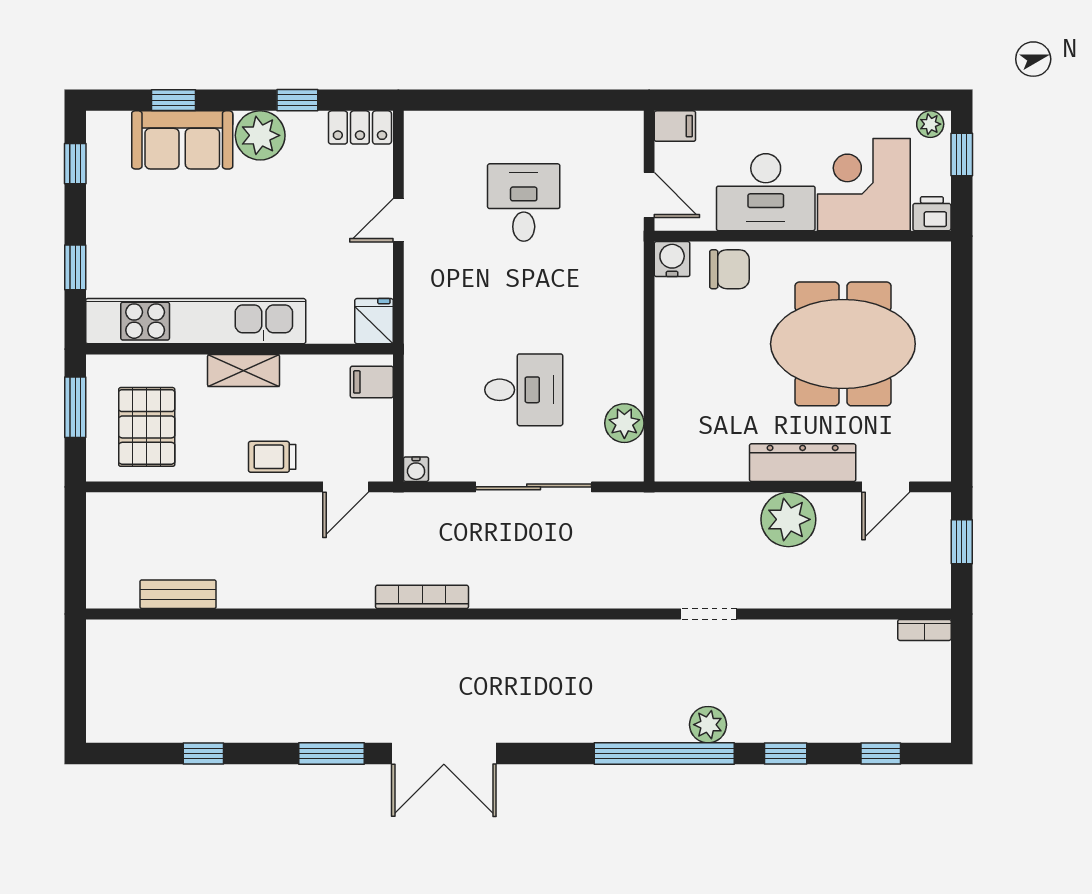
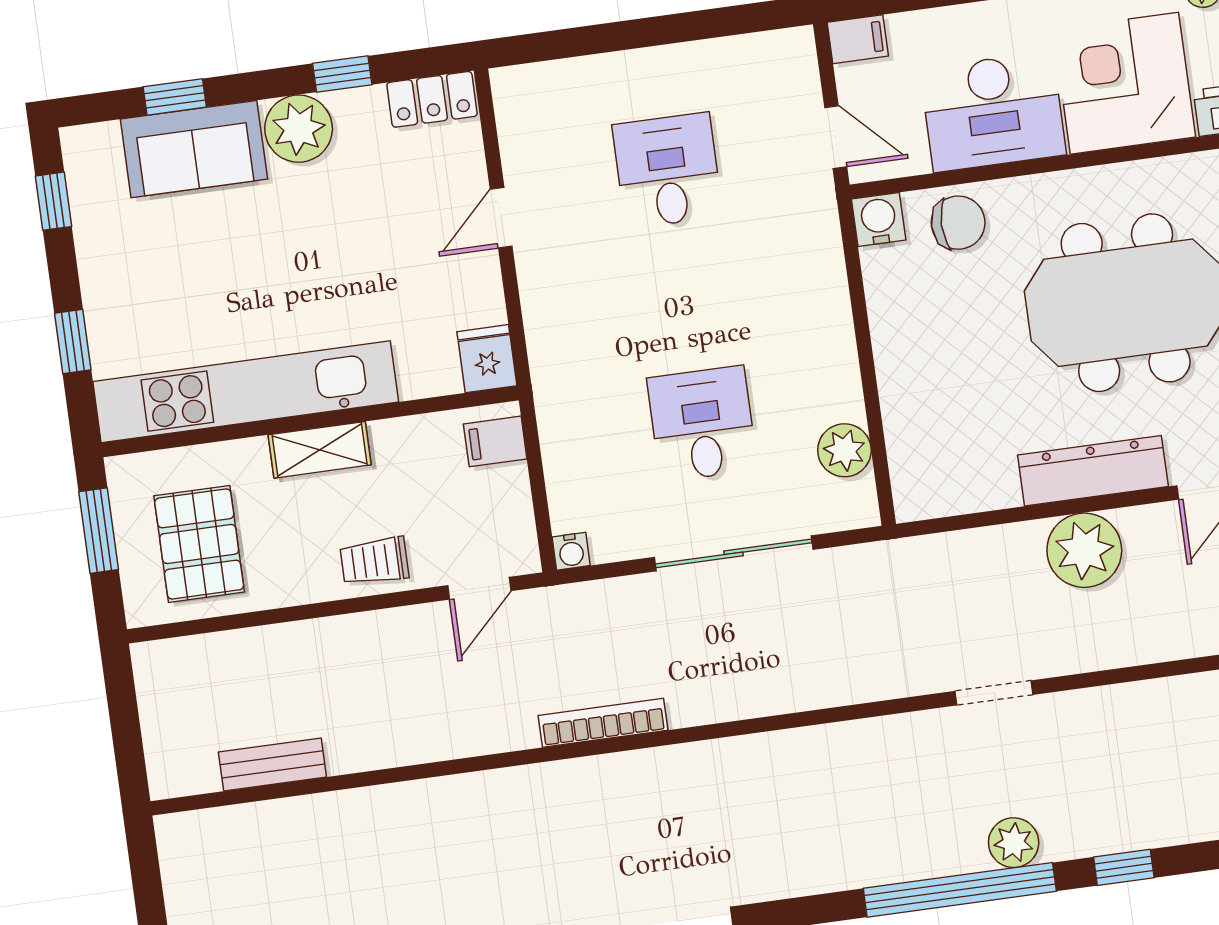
desk: (524, 390) -> (702, 424), turned -90

